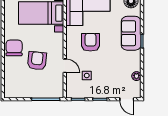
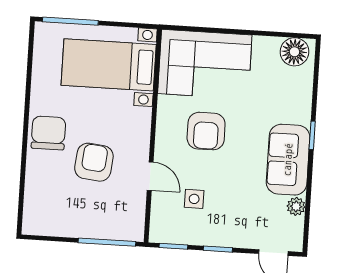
sofa: (131, 33) -> (288, 160), moved
armchair: (90, 42) -> (206, 131), turned 180

